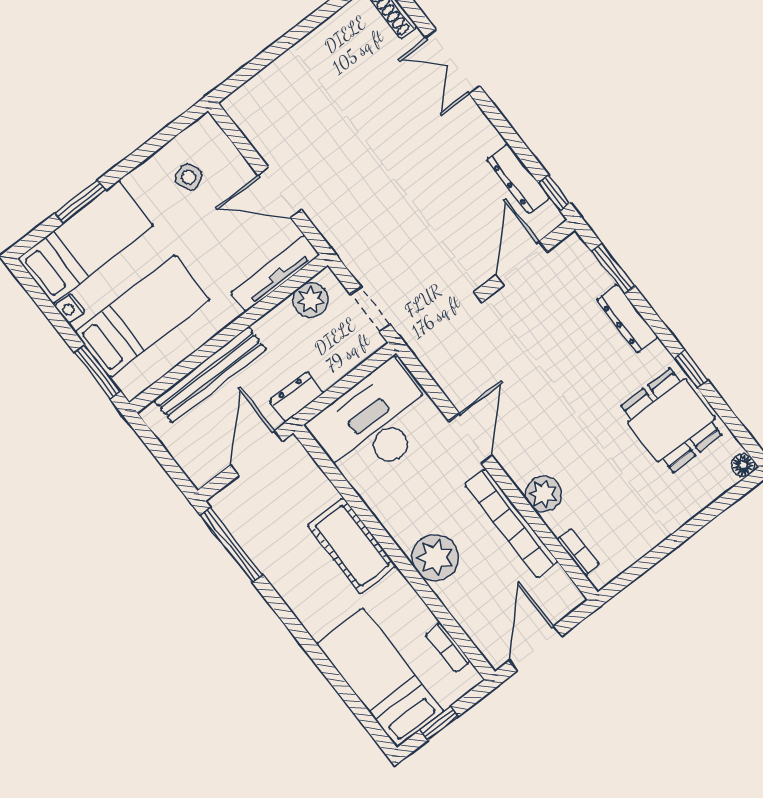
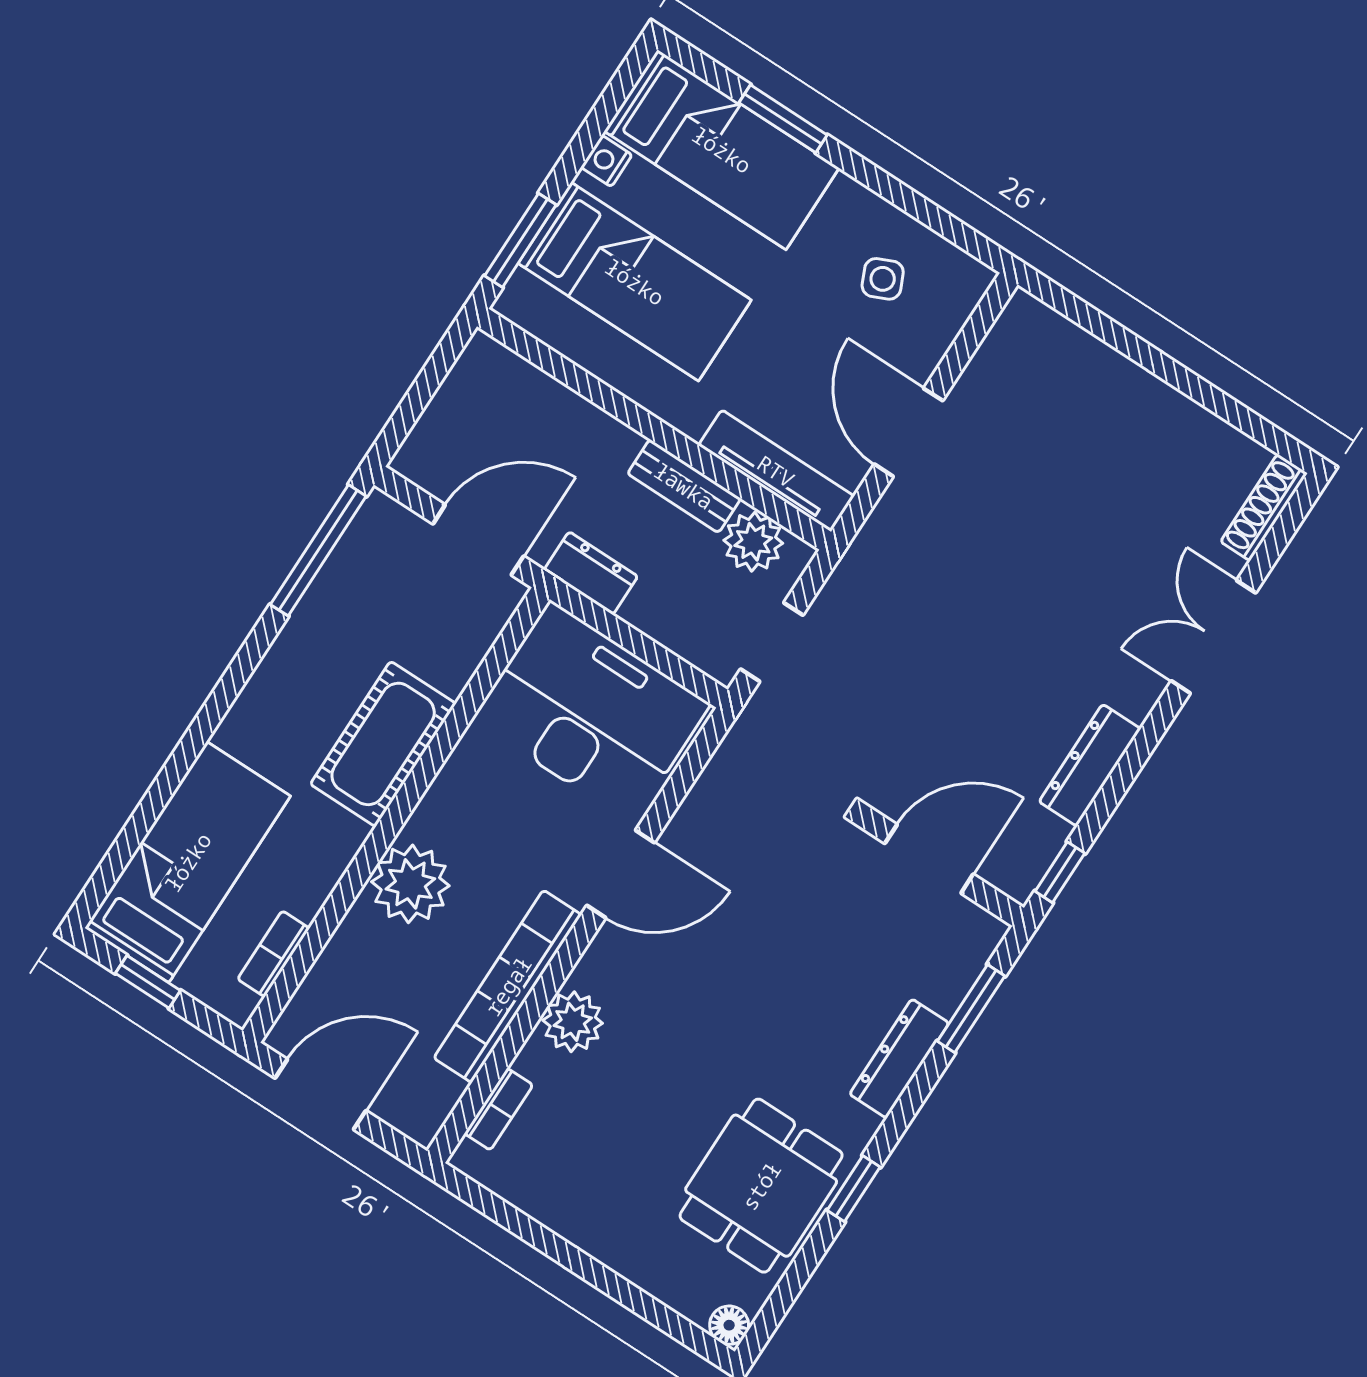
dresser: (518, 179) -> (1090, 765), moved
bench: (210, 375) -> (684, 486), moved, width x0.54, depth x0.82

